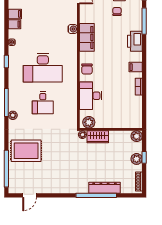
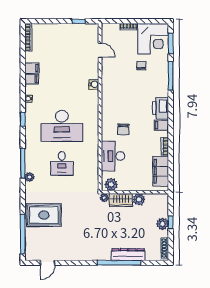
filing cabinet: (87, 37) -> (161, 171), moved, turned 180
printer: (135, 41) -> (161, 108), moved
chair: (87, 69) -> (123, 129), moved
plant: (137, 136) -> (139, 199), moved

